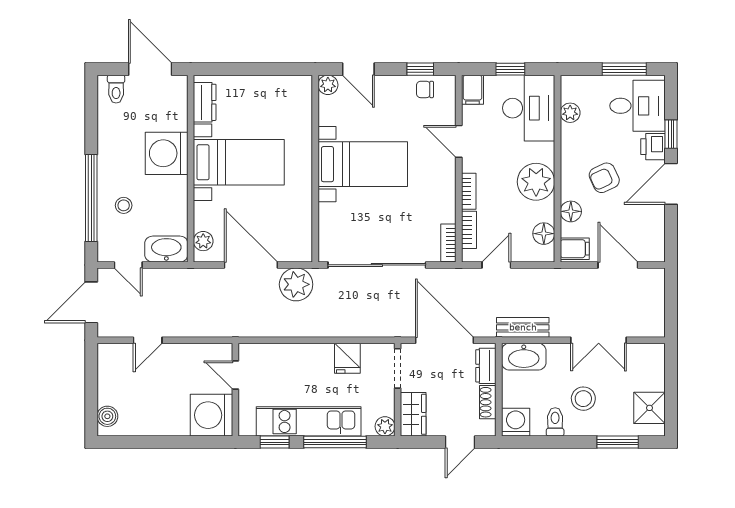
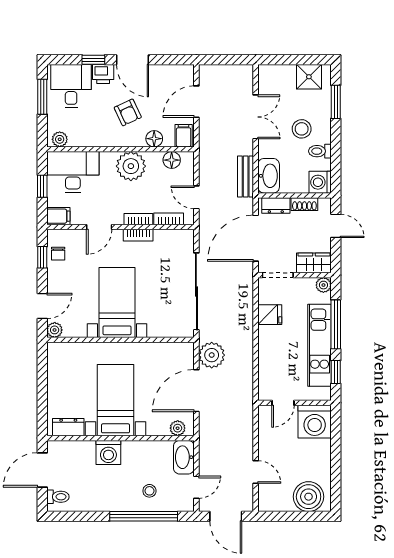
plant: (570, 113) -> (60, 139), moved
washing machine: (167, 153) -> (108, 452), width x0.73, depth x0.73
bookcase: (448, 243) -> (138, 235), moved
boiler: (107, 416) -> (309, 497), width x1.86, depth x1.86

